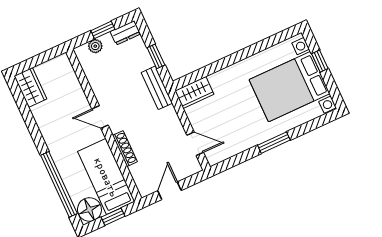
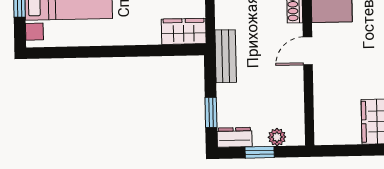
window: (156, 56) -> (211, 112), moved
door: (100, 117) -> (308, 51), swing flipped

